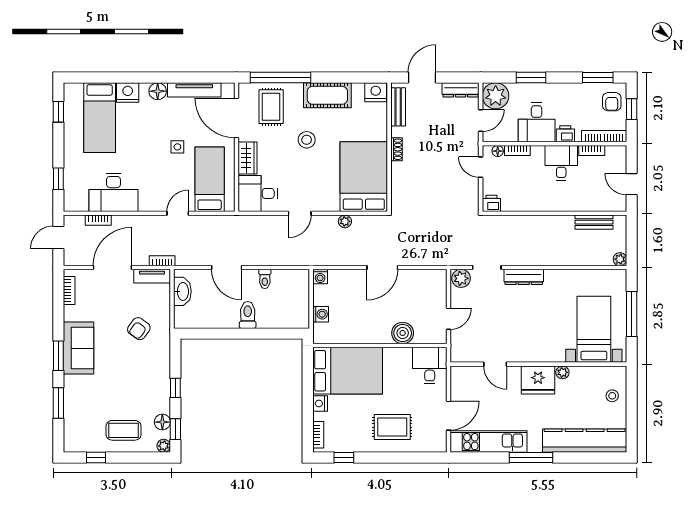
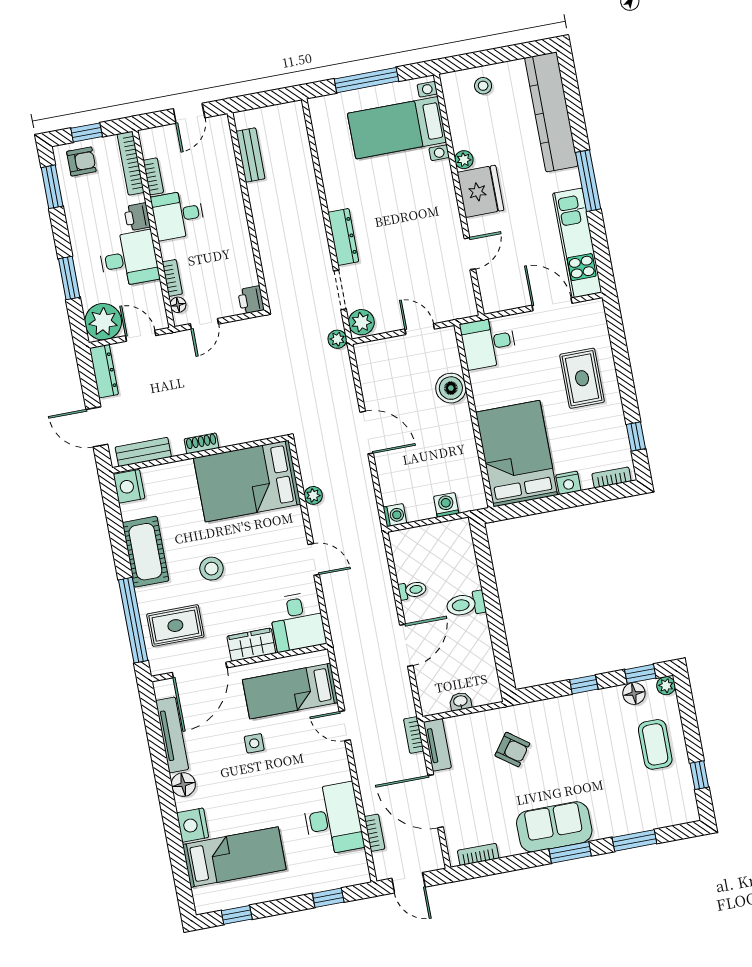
plant: (620, 259) -> (337, 339), moved
washbasin: (182, 291) -> (460, 701), width x0.52, depth x0.69

